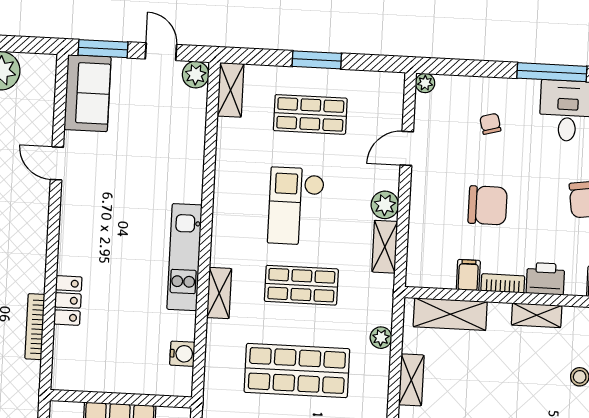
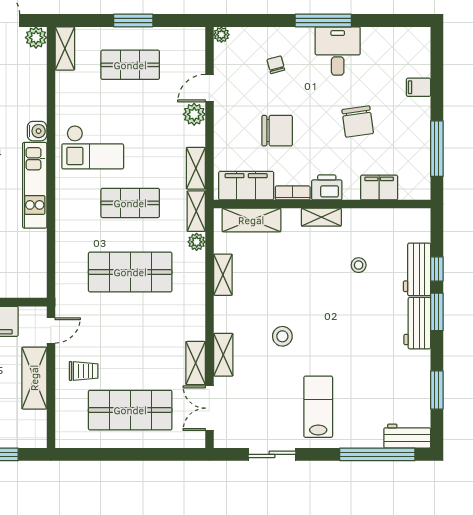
plant: (385, 205) -> (194, 114), moved
checkout: (296, 206) -> (93, 147), moved, turned -90
filing cabinet: (468, 275) -> (246, 186), width x3.00, depth x1.17
shelving: (219, 293) -> (196, 211), moved
water cooler: (182, 354) -> (37, 131), moved

